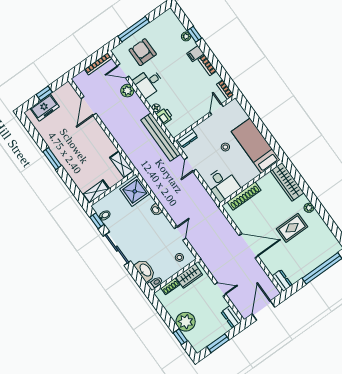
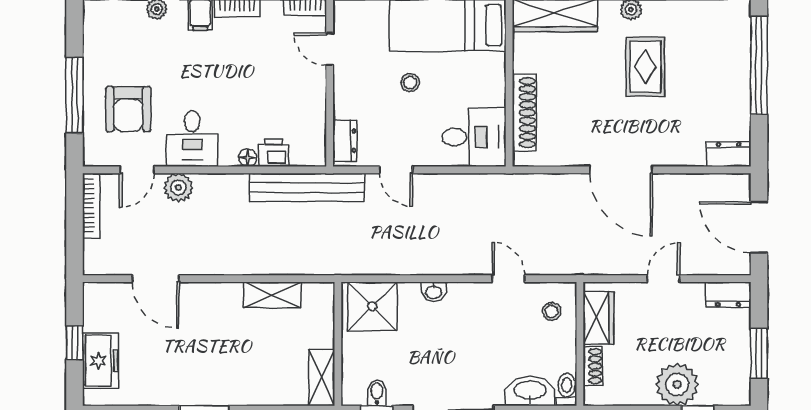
armchair: (143, 52) -> (128, 109), turned -90
shelving: (122, 164) -> (272, 295), moved
door: (248, 246) -> (621, 170), swing flipped

